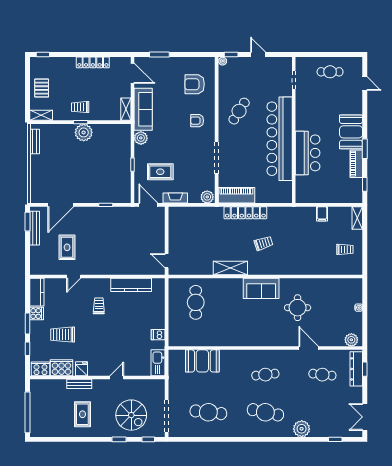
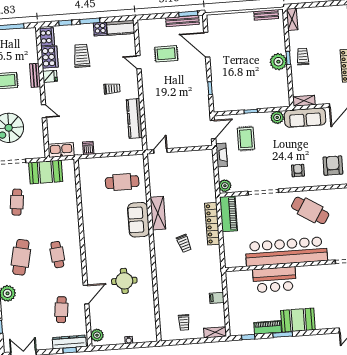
pallet: (42, 88) -> (318, 18), removed
cafe table: (239, 111) -> (310, 210), width x1.37, depth x1.35
sofa: (261, 288) -> (138, 220), moved
booth: (202, 361) -> (46, 172), moved, turned 90
cafe table: (208, 412) -> (17, 202), width x0.73, depth x0.74

